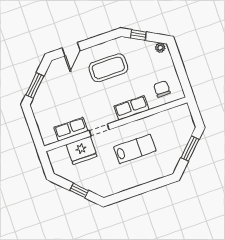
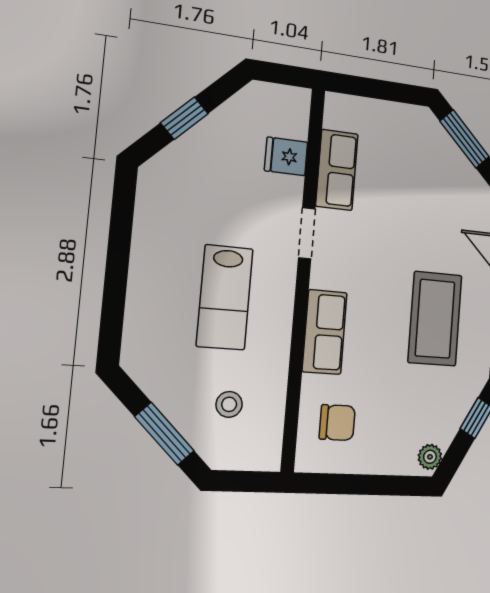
stool: (171, 131) -> (229, 404), added
fridge: (82, 150) -> (286, 156), width x0.53, depth x0.75

